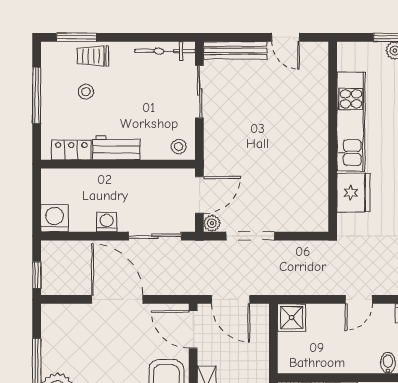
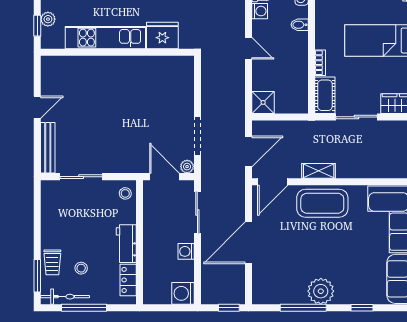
bicycle: (165, 51) -> (65, 297), moved, turned -90
kitchen unit: (351, 122) -> (105, 38), moved
wall: (333, 137) -> (117, 52), moved
fridge: (353, 193) -> (162, 36), moved

